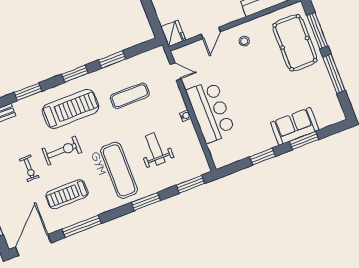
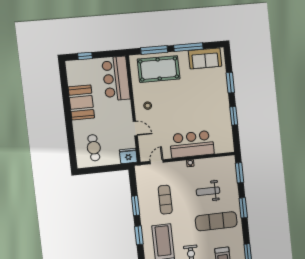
sofa: (295, 126) -> (205, 58), moved, turned -90

